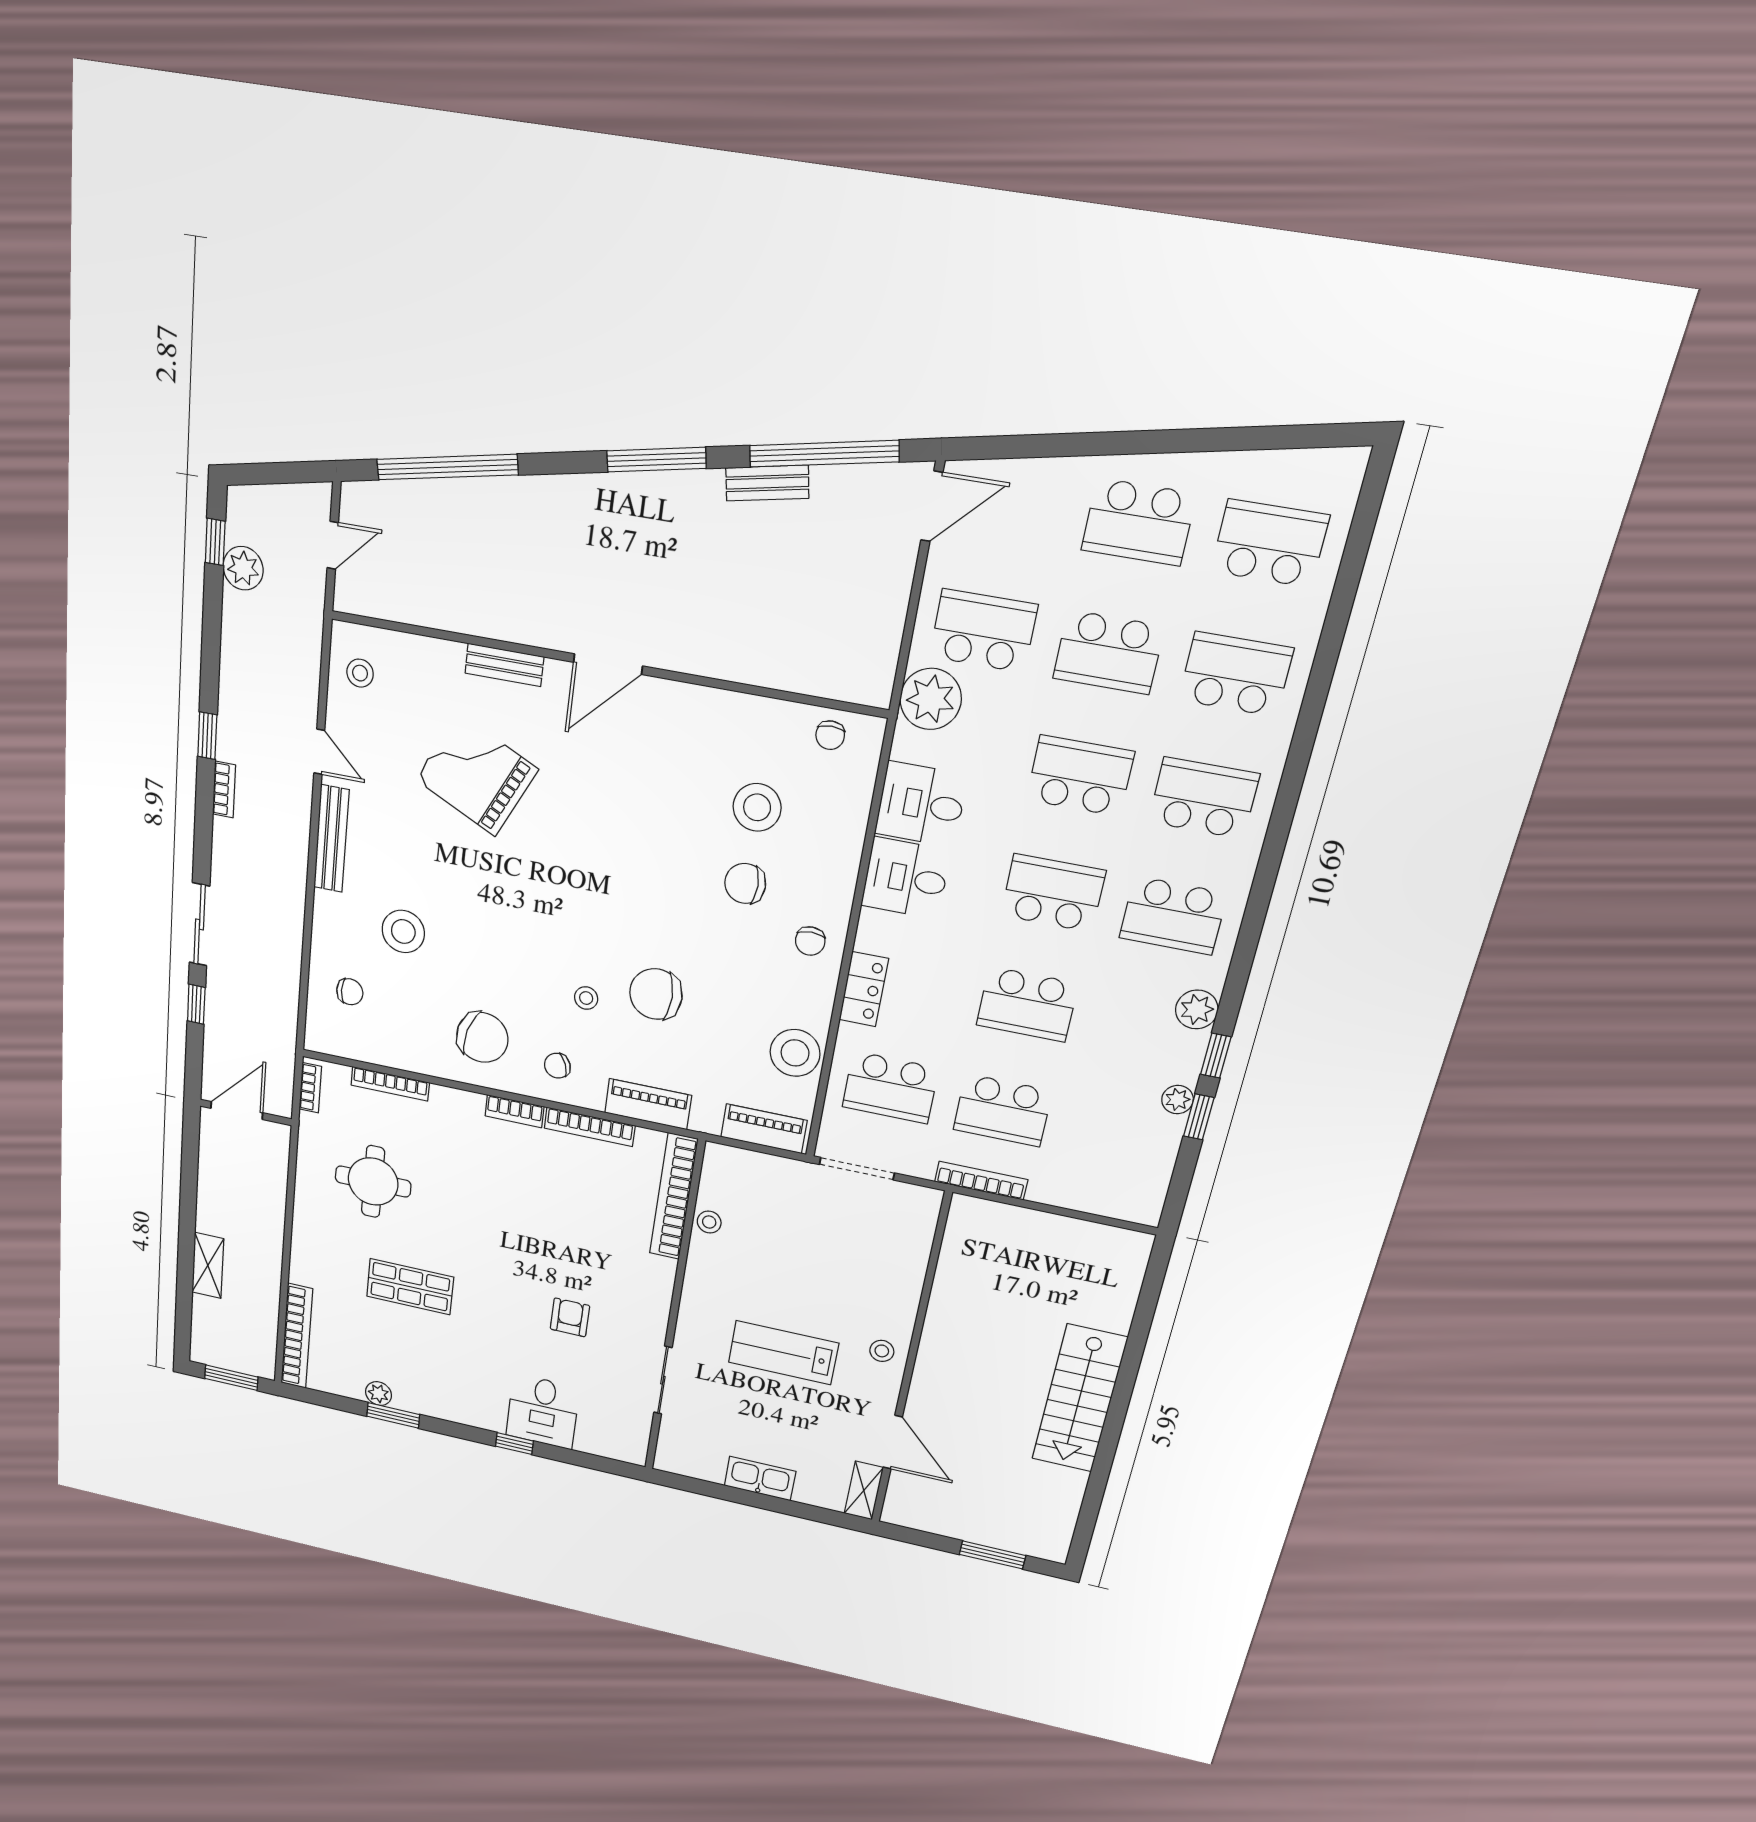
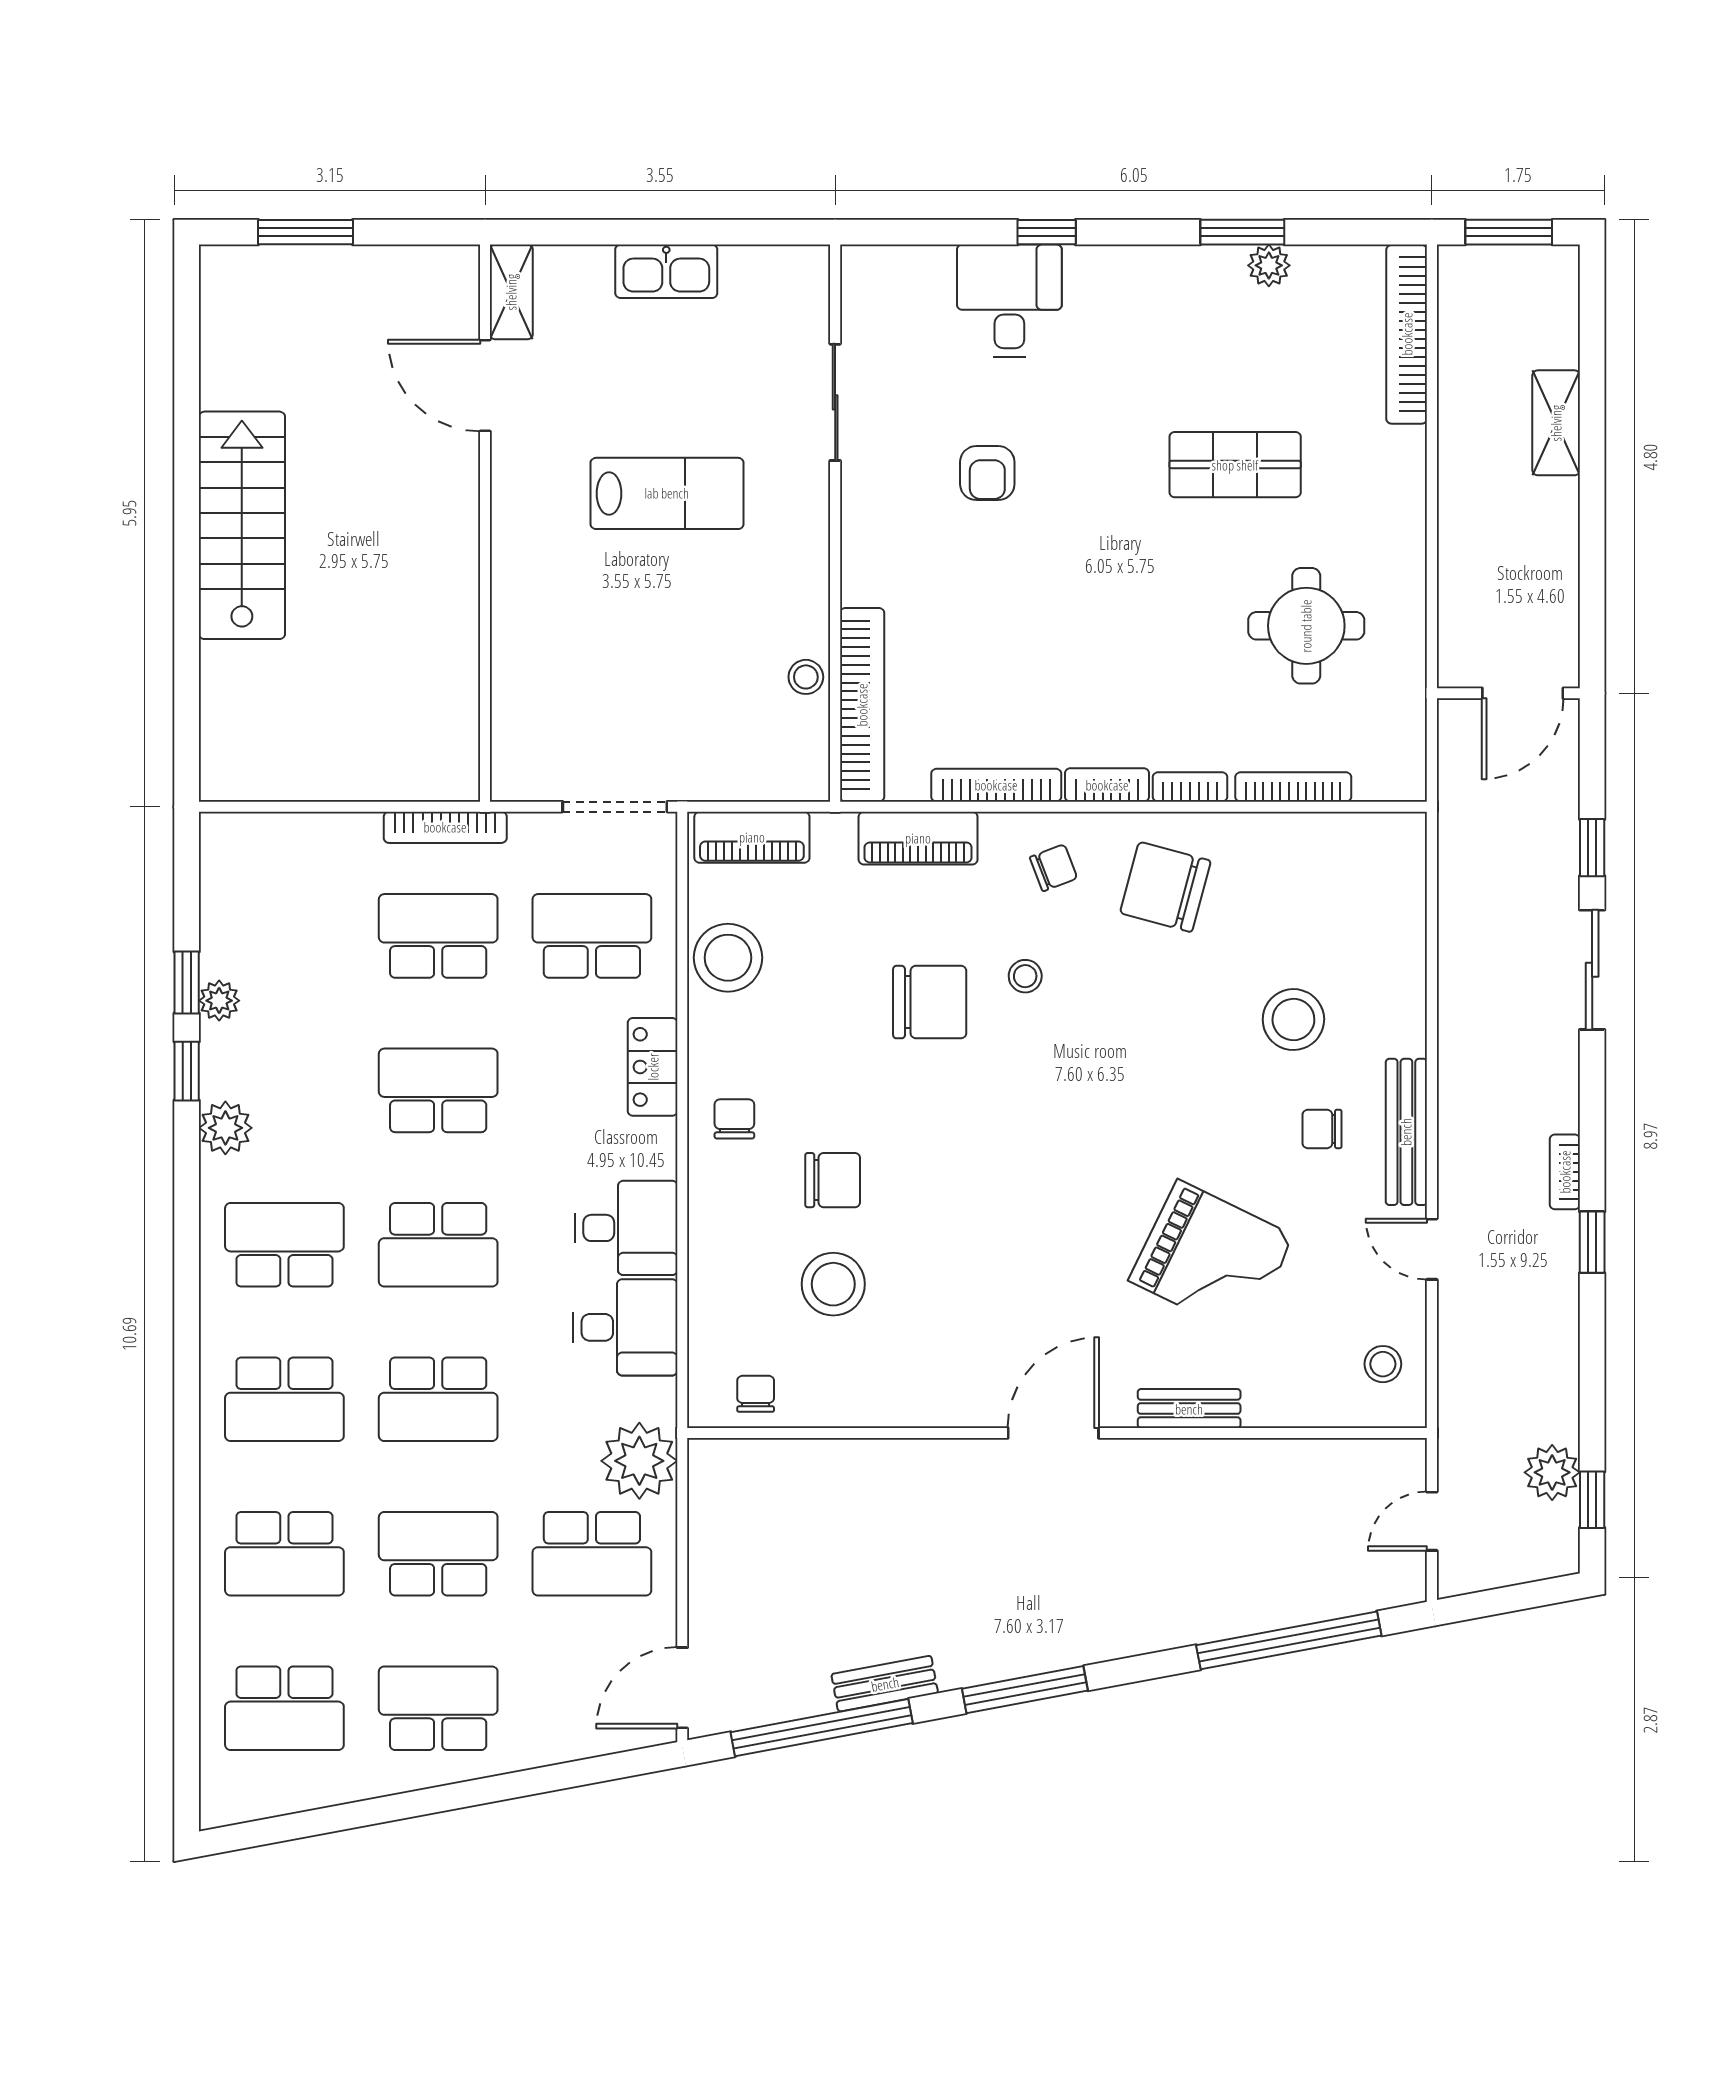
chair: (350, 992) -> (1322, 1129), moved
bookcase: (310, 1088) -> (1190, 787), moved, turned 90
stool: (882, 1351) -> (529, 532), removed

